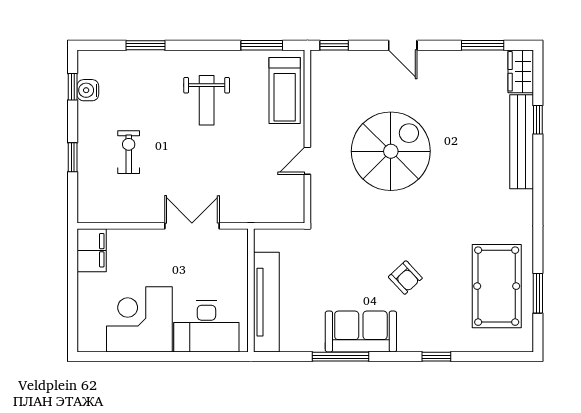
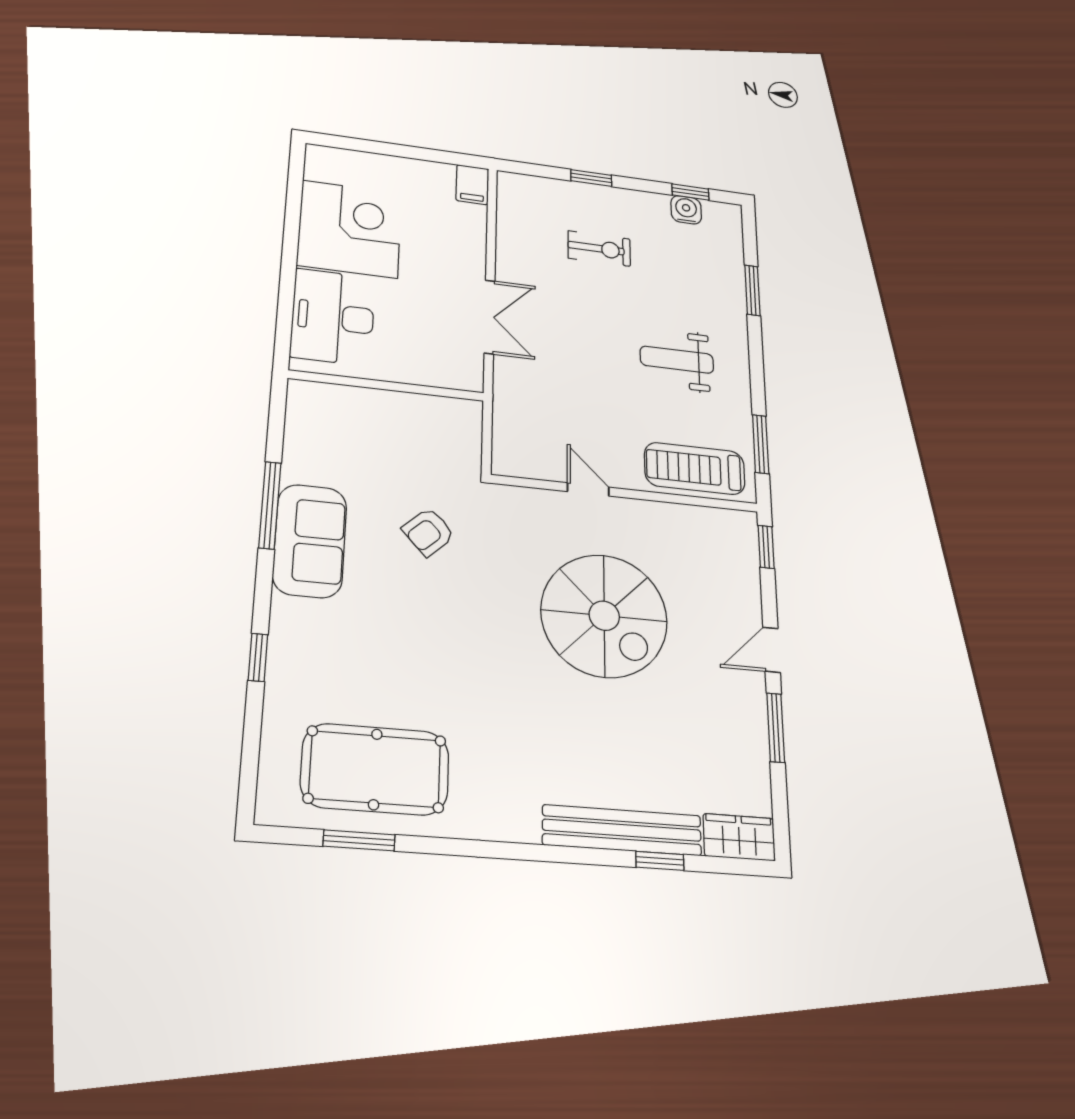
window: (483, 45) -> (776, 728), moved
filing cabinet: (92, 250) -> (472, 185), width x0.50
armchair: (405, 278) -> (428, 532), moved
tv unit: (266, 302) -> (367, 405), removed

